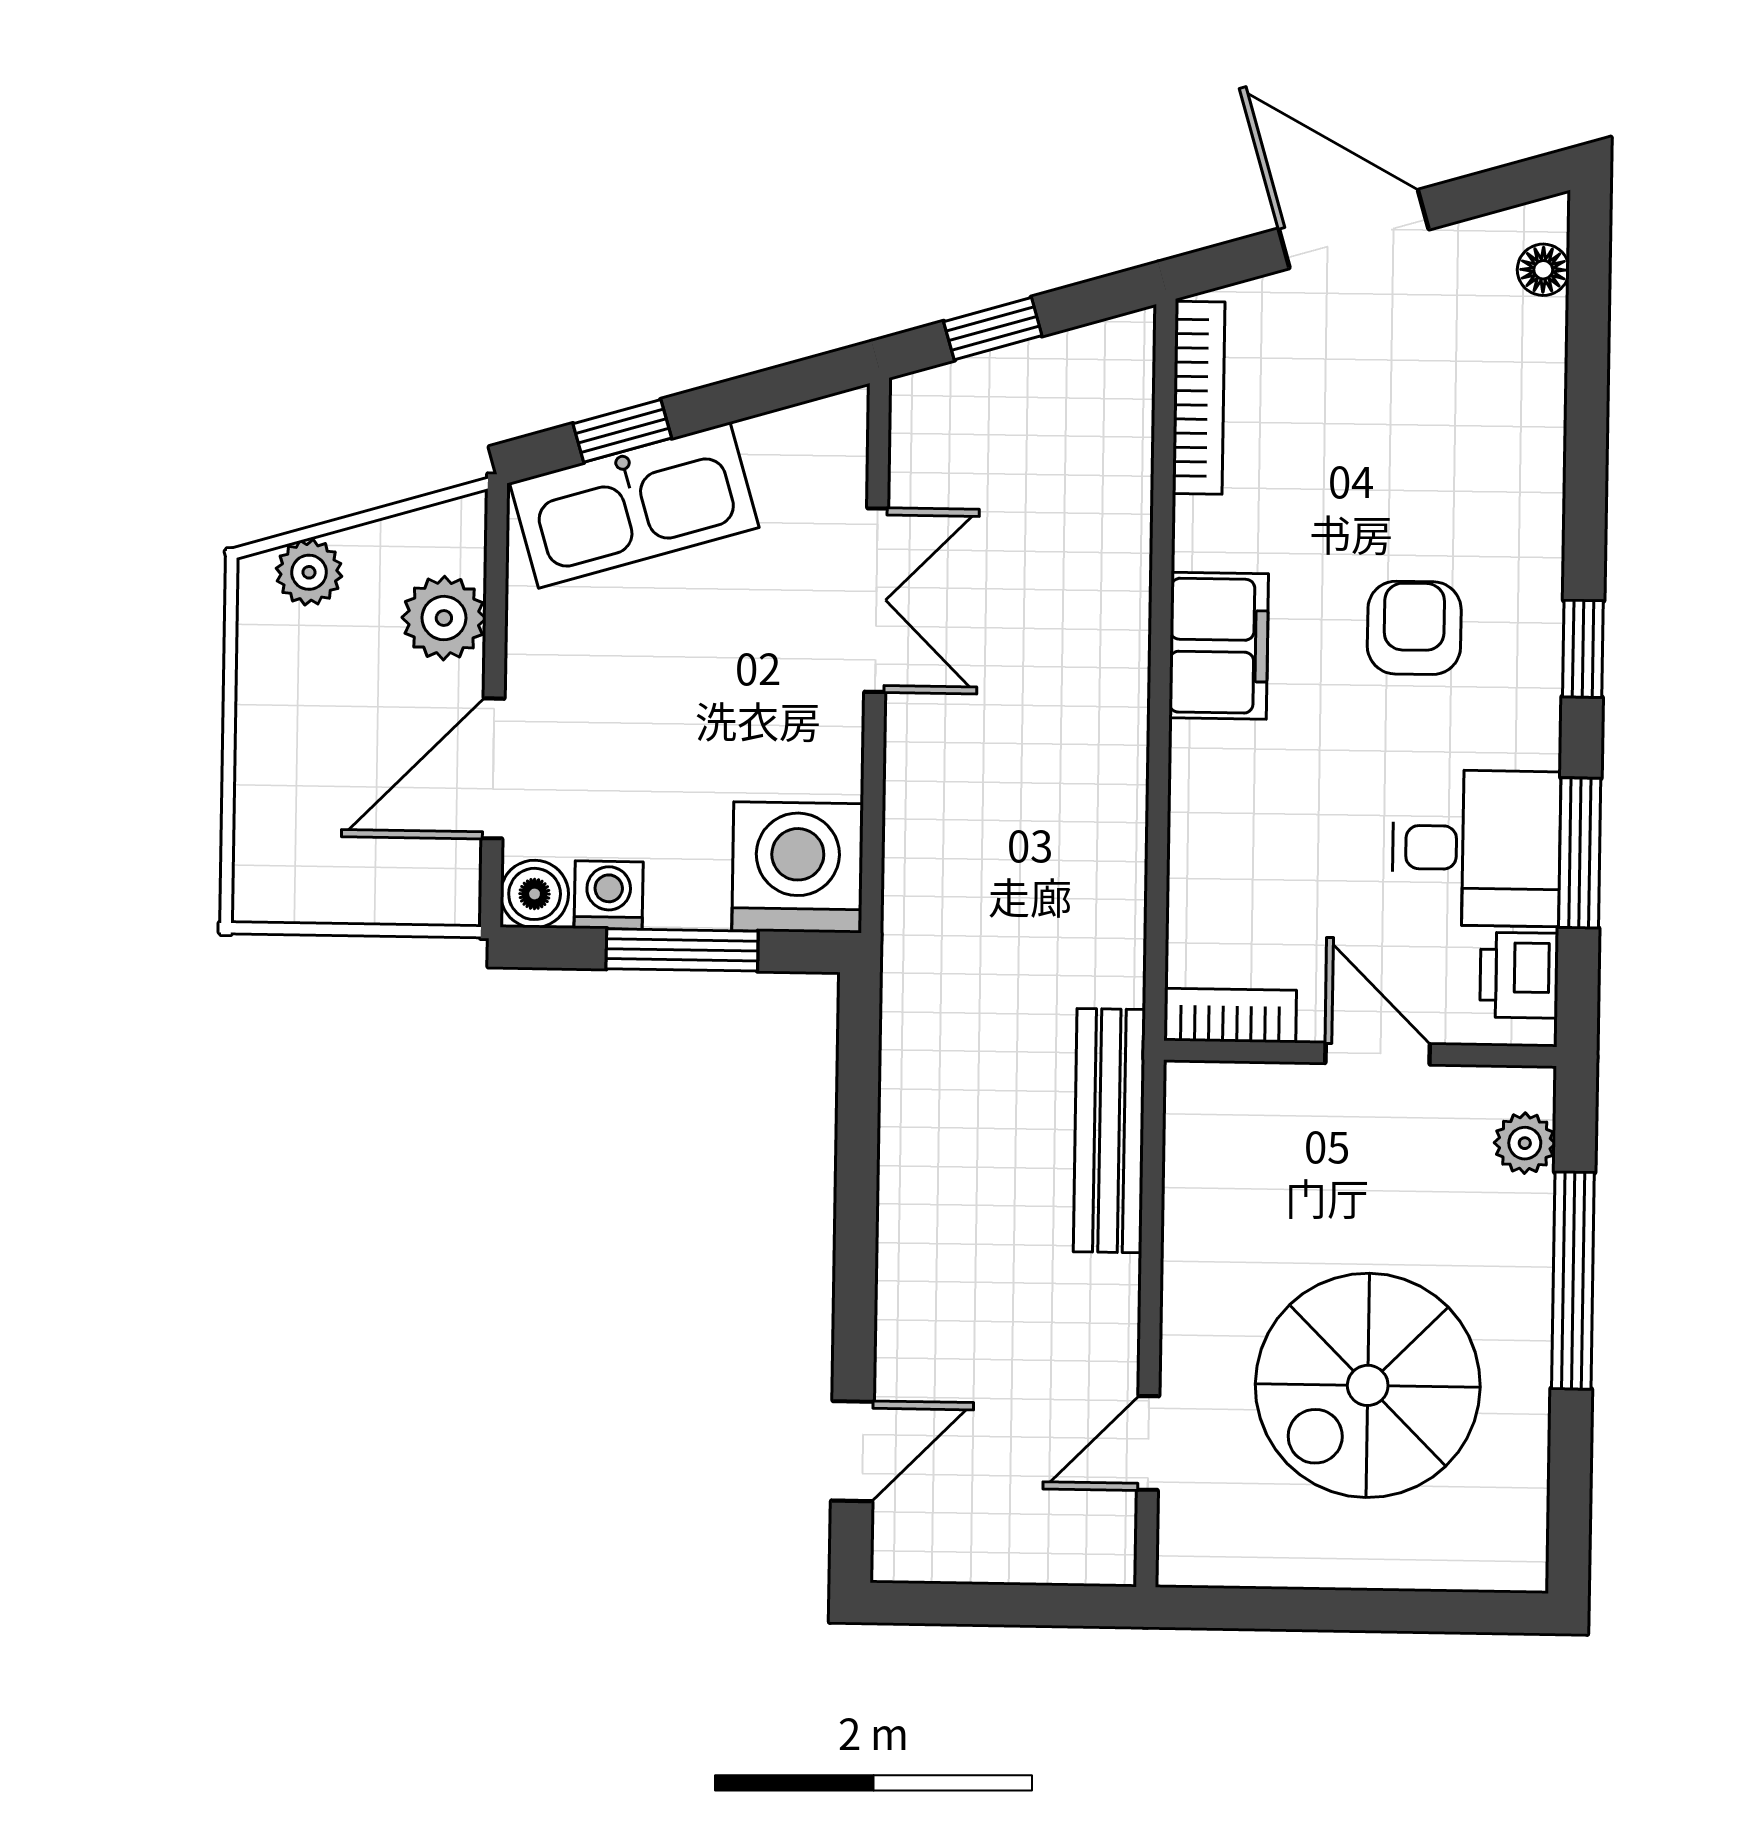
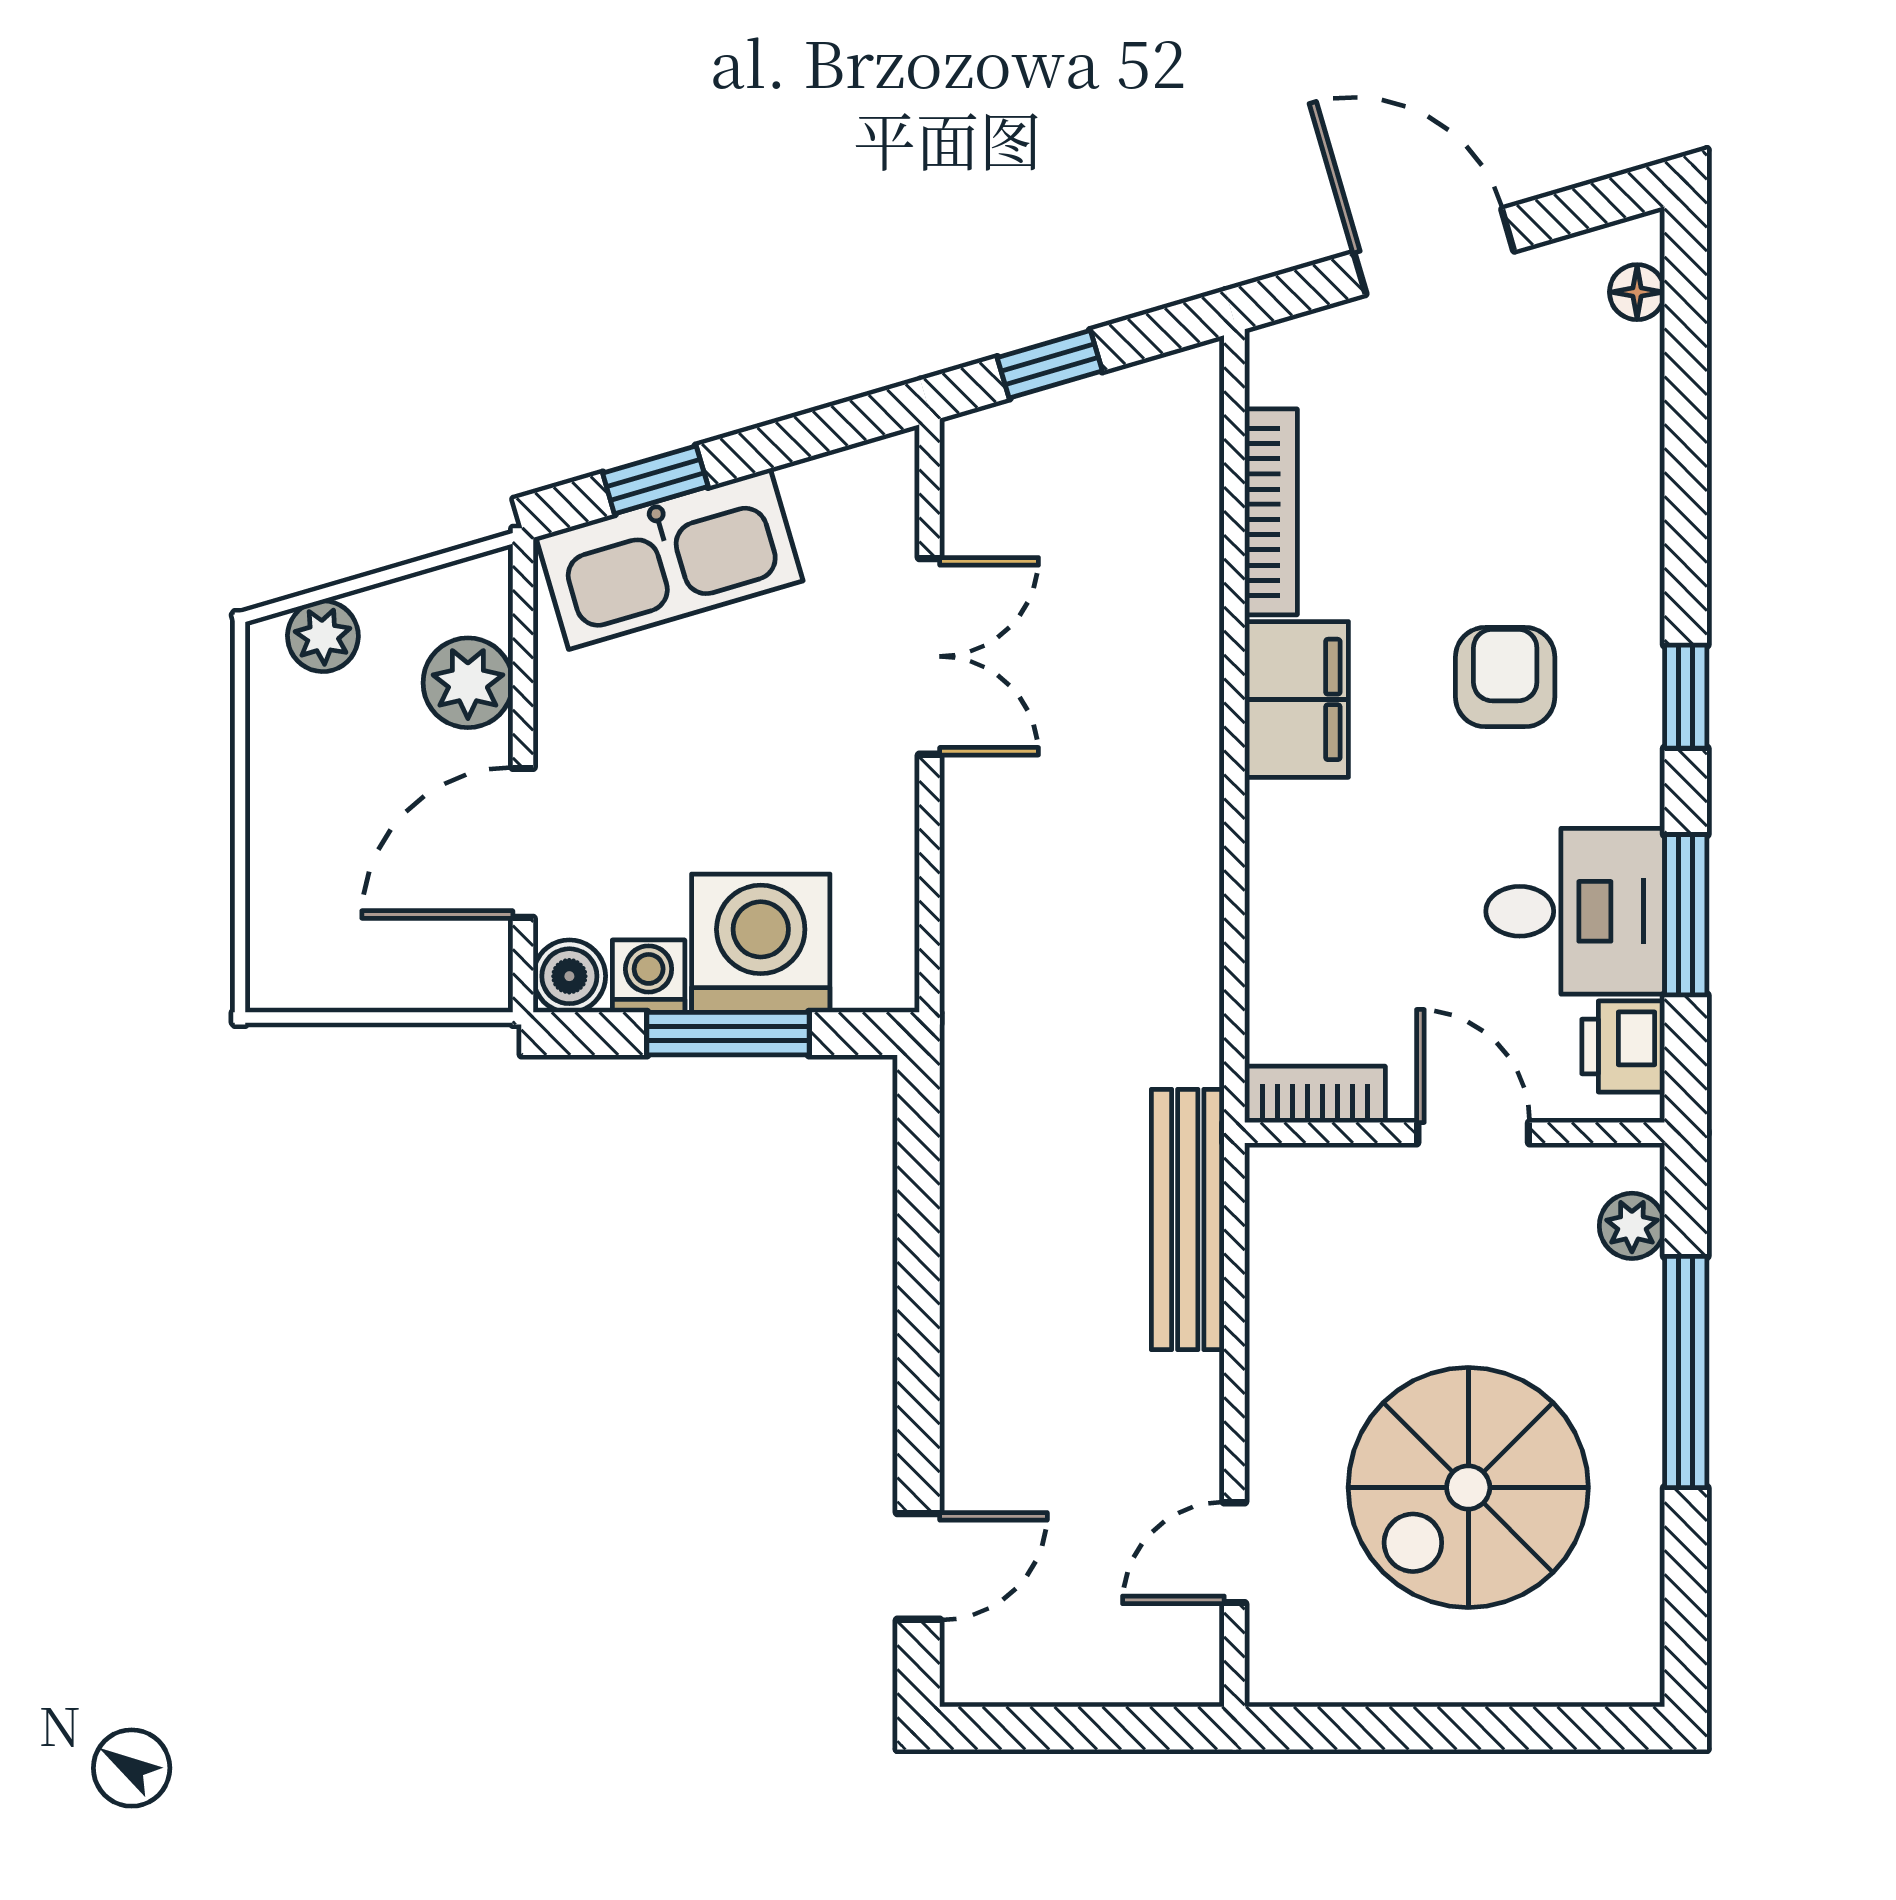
bookcase: (1199, 398) -> (1271, 512), moved
washing machine: (798, 867) -> (761, 943), moved

